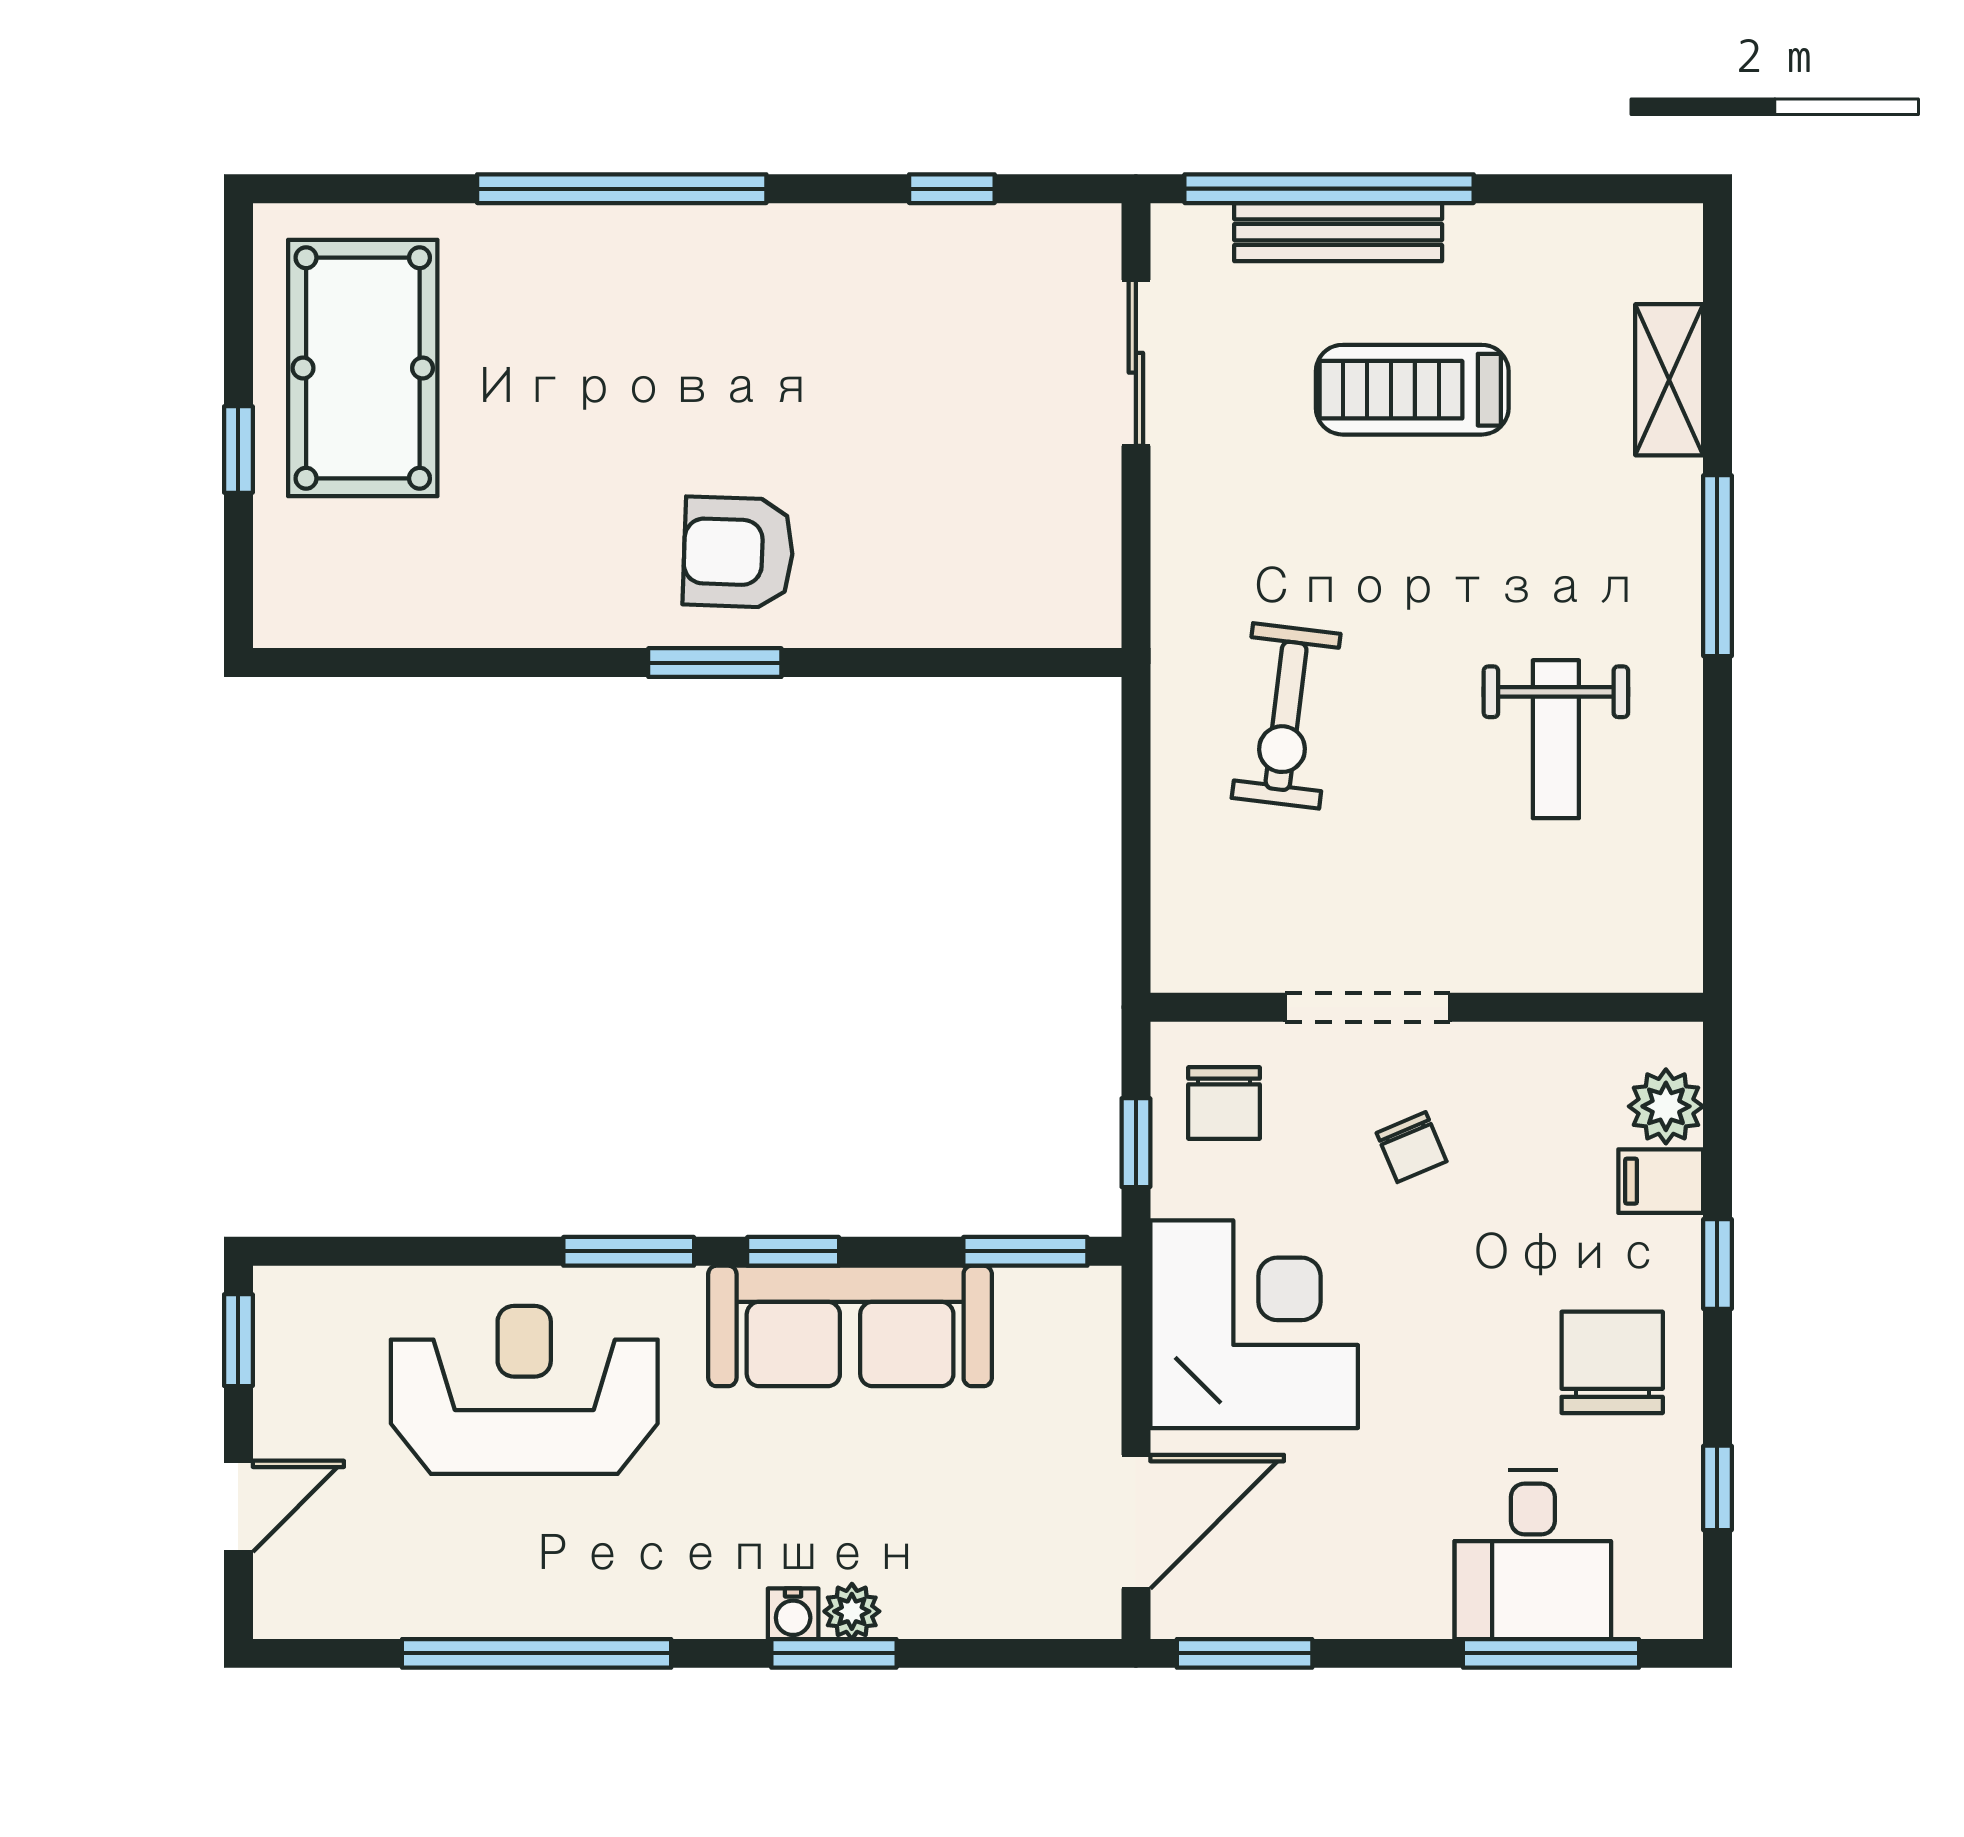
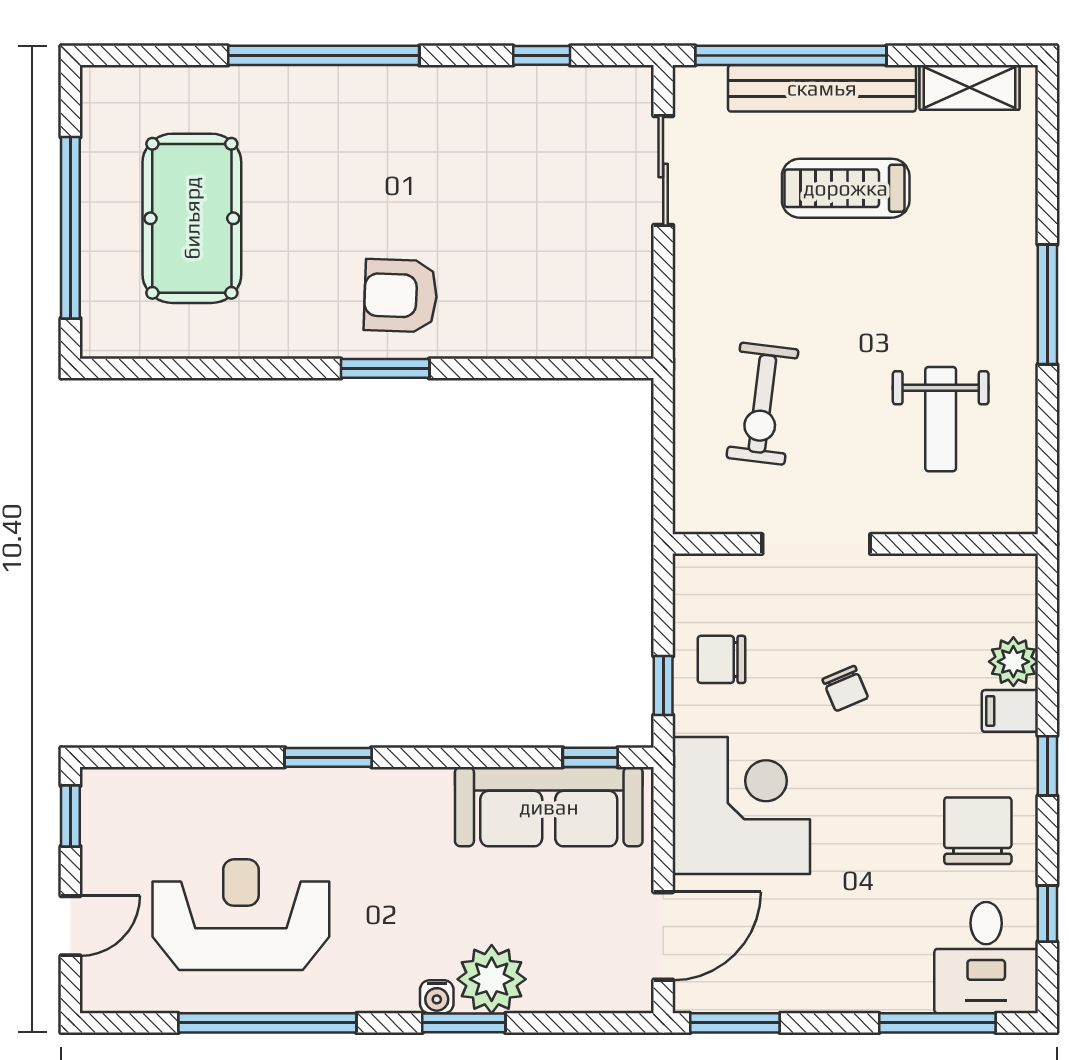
bench: (1338, 232) -> (822, 88), width x1.37, depth x1.21
pool table: (363, 368) -> (192, 218), moved
shelving: (1669, 380) -> (970, 87), moved, turned 90
window: (238, 450) -> (70, 228), width x3.17
doorway: (1368, 1007) -> (816, 544), moved
wall: (1427, 1007) -> (855, 544), moved
chair: (1224, 1103) -> (721, 659), turned 90
window: (793, 1251) -> (437, 757), removed
window: (1025, 1251) -> (590, 757), width x0.67
sofa: (850, 1326) -> (549, 807), moved
reception desk: (524, 1390) -> (241, 915), moved
desk: (1533, 1555) -> (986, 958), moved
plant: (852, 1611) -> (492, 979), width x1.87, depth x1.87

